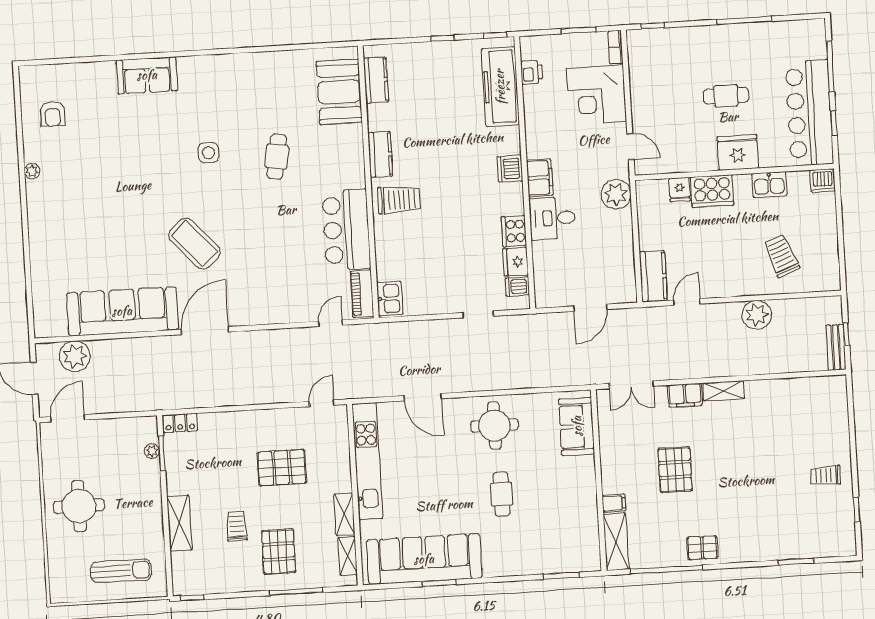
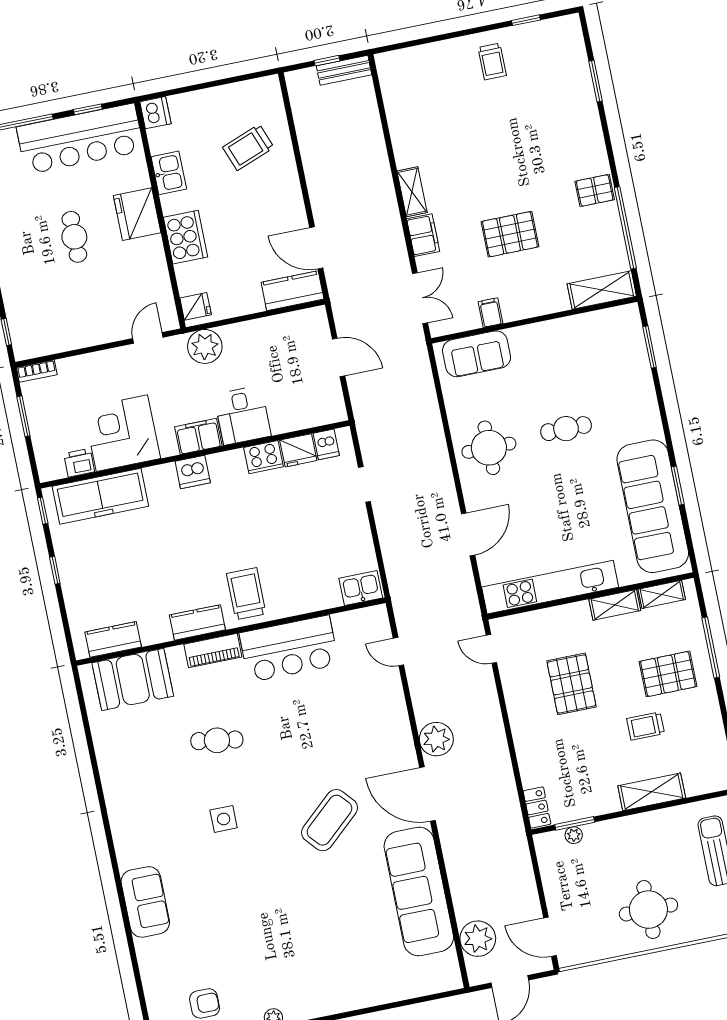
corner desk: (597, 95) -> (122, 433), moved, turned 180
fridge: (680, 190) -> (196, 306), moved
piano: (362, 294) -> (213, 651), moved
door: (687, 302) -> (316, 248), width x1.38
plant: (757, 315) -> (436, 739), moved
filing cabinet: (614, 503) -> (490, 313), moved
pallet: (702, 548) -> (595, 190), turned 90

